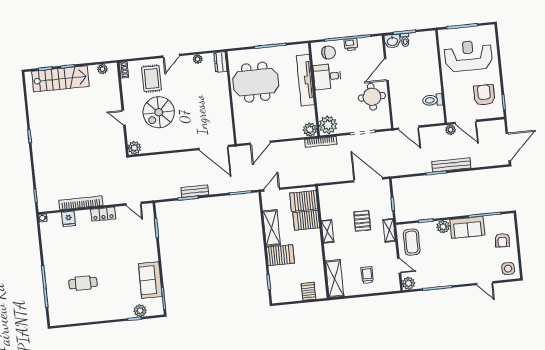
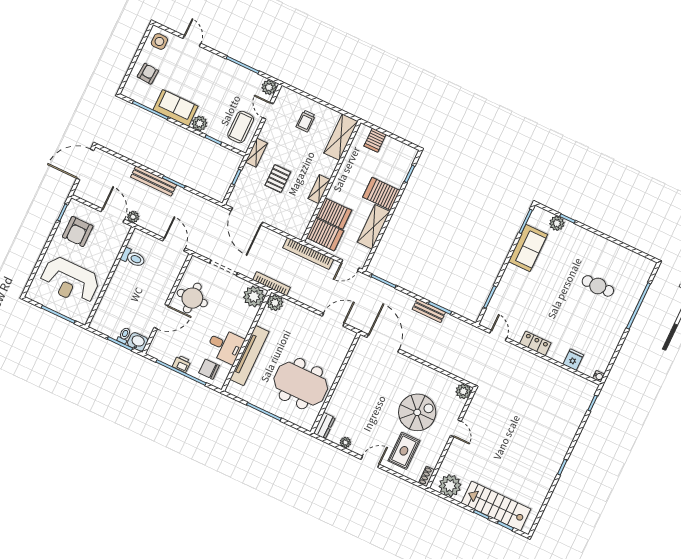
plant: (102, 69) -> (450, 486), width x1.87, depth x1.87
bookcase: (81, 203) -> (308, 254), moved

